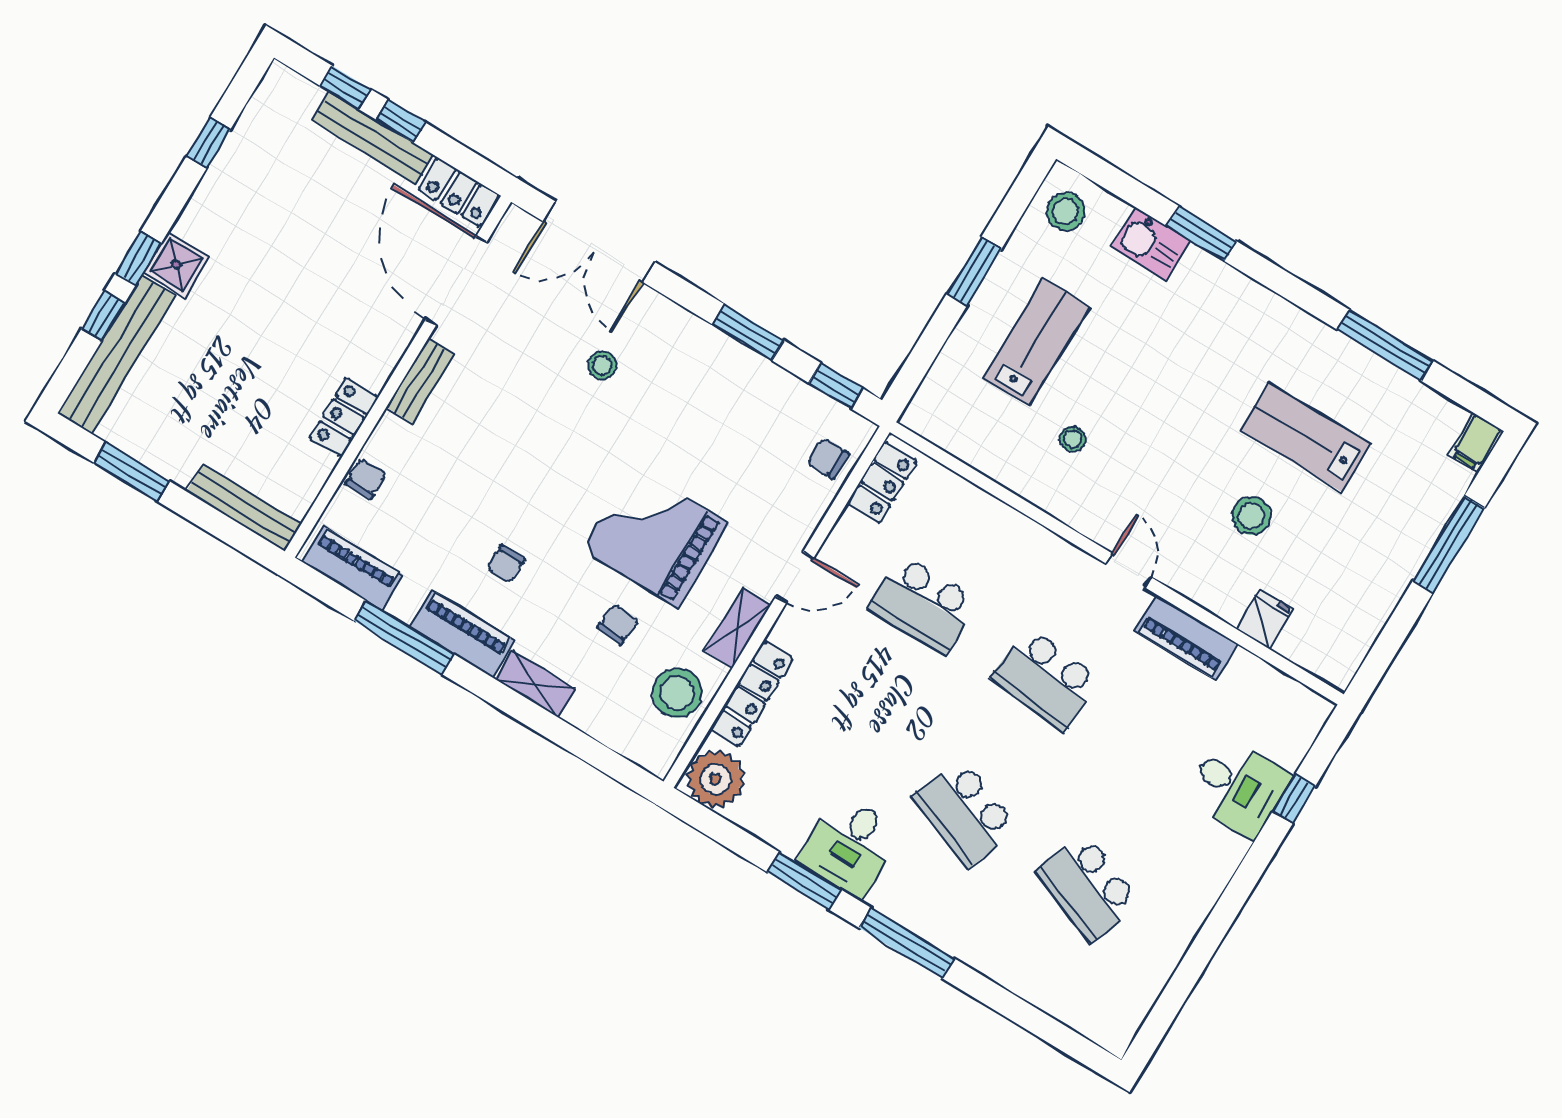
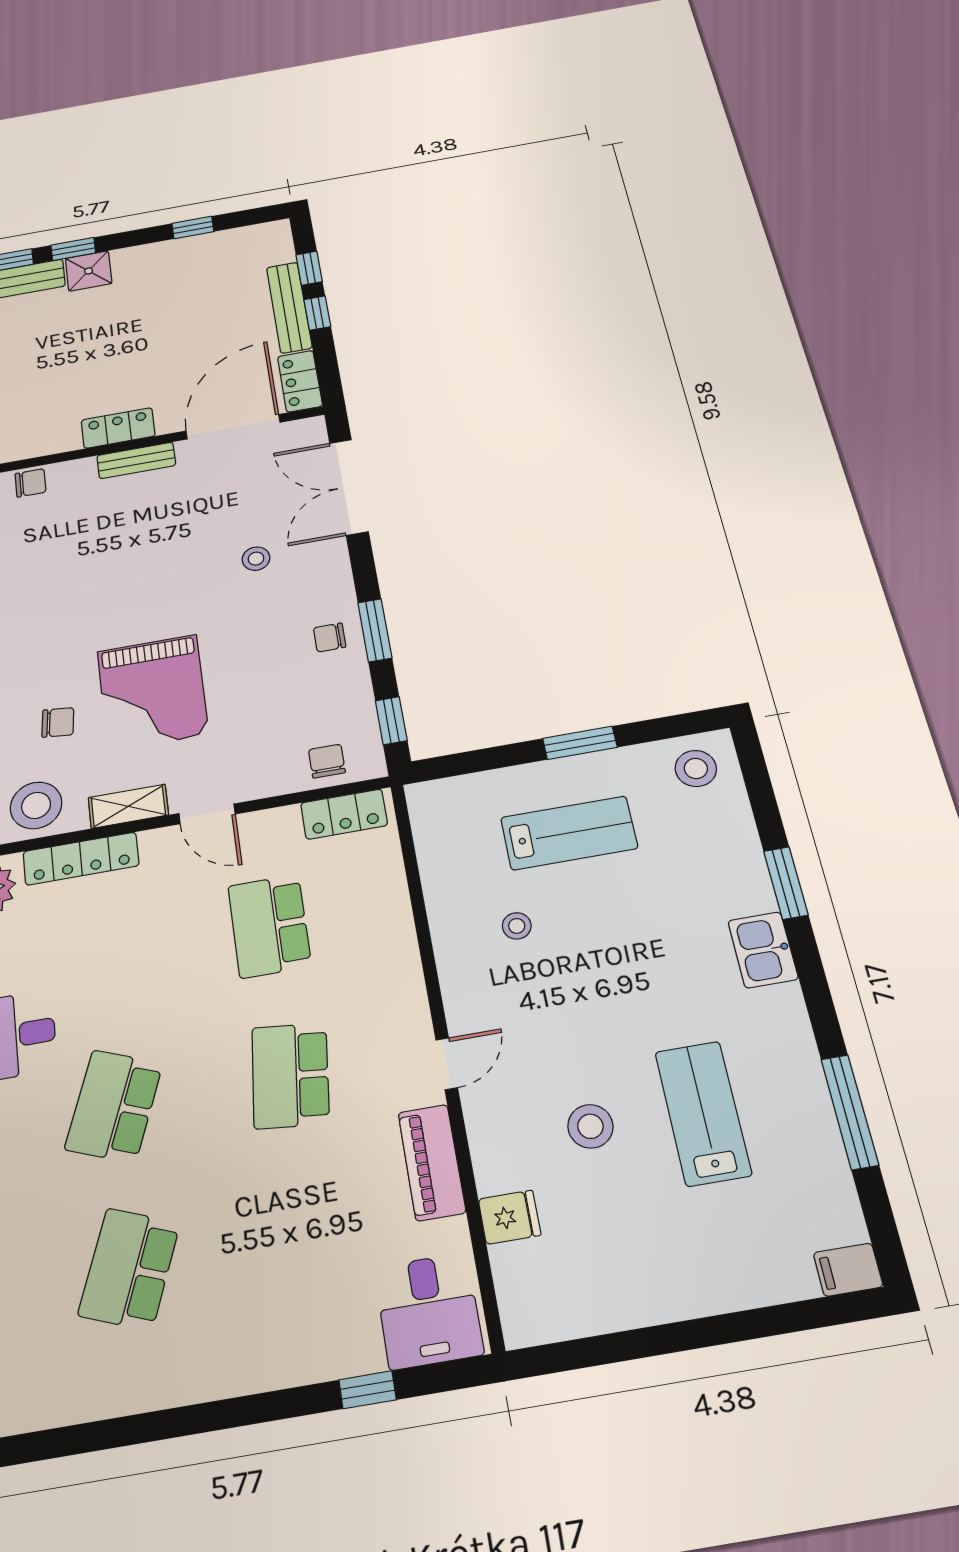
kitchen sink: (1151, 244) -> (763, 950), moved
locker: (344, 418) -> (118, 428), moved
grand piano: (654, 536) -> (152, 693), turned 180
window: (1449, 544) -> (733, 1328), removed
chair: (506, 564) -> (330, 637), moved
desk: (1238, 787) -> (429, 1311), moved

